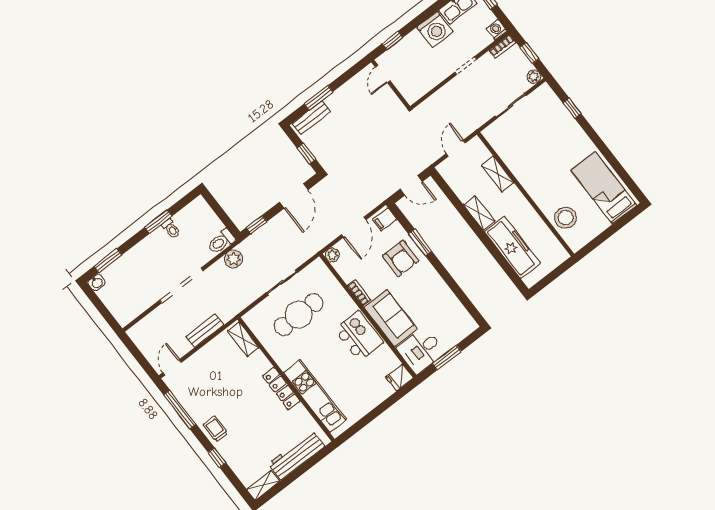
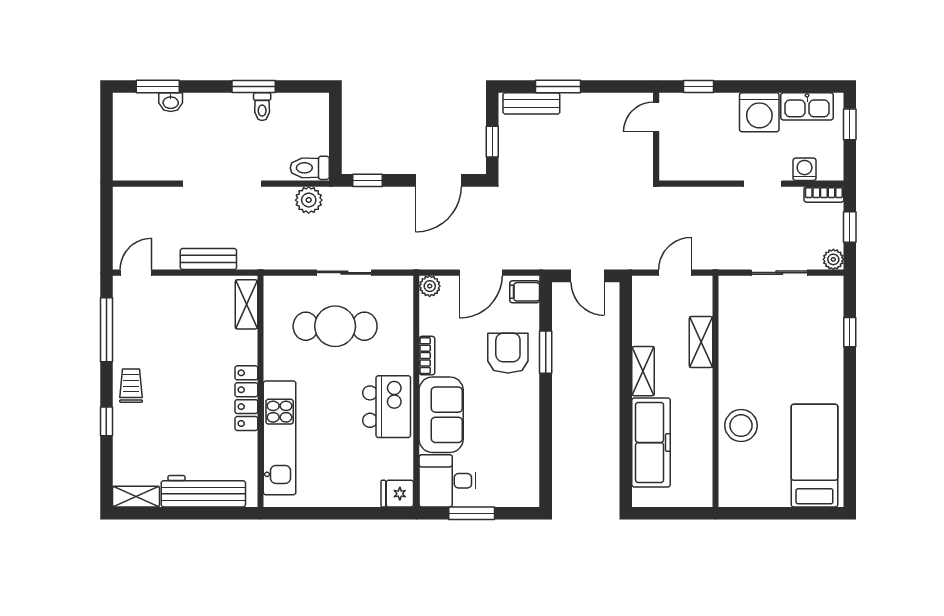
washing machine: (497, 30) -> (805, 169), moved
stool: (566, 218) -> (741, 426), moved
armchair: (401, 258) -> (508, 353), turned 180
washbasin: (97, 282) -> (171, 102), moved

